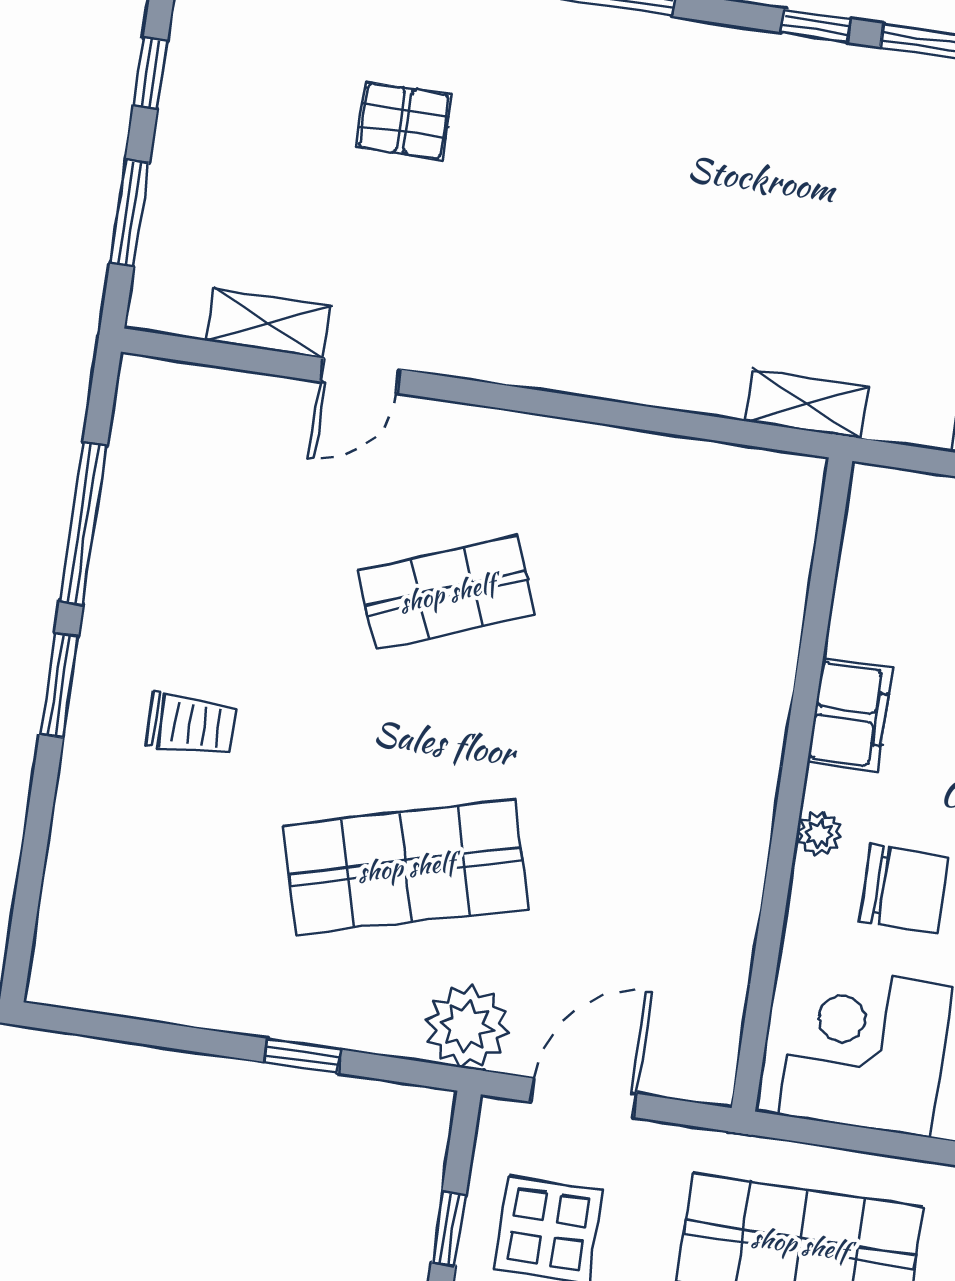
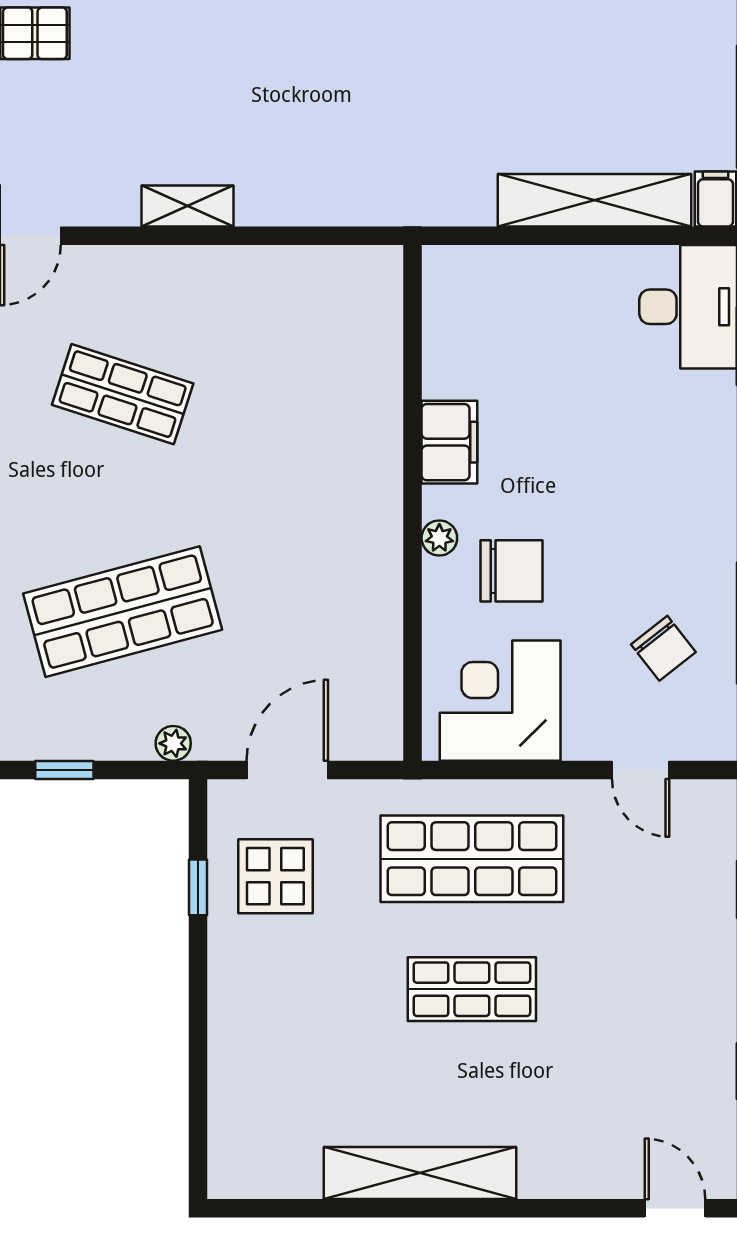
shelving: (807, 404) -> (187, 206), moved
shop shelf: (447, 593) -> (123, 394), turned 39
plant: (467, 1026) -> (173, 743), width x0.53, depth x0.53

